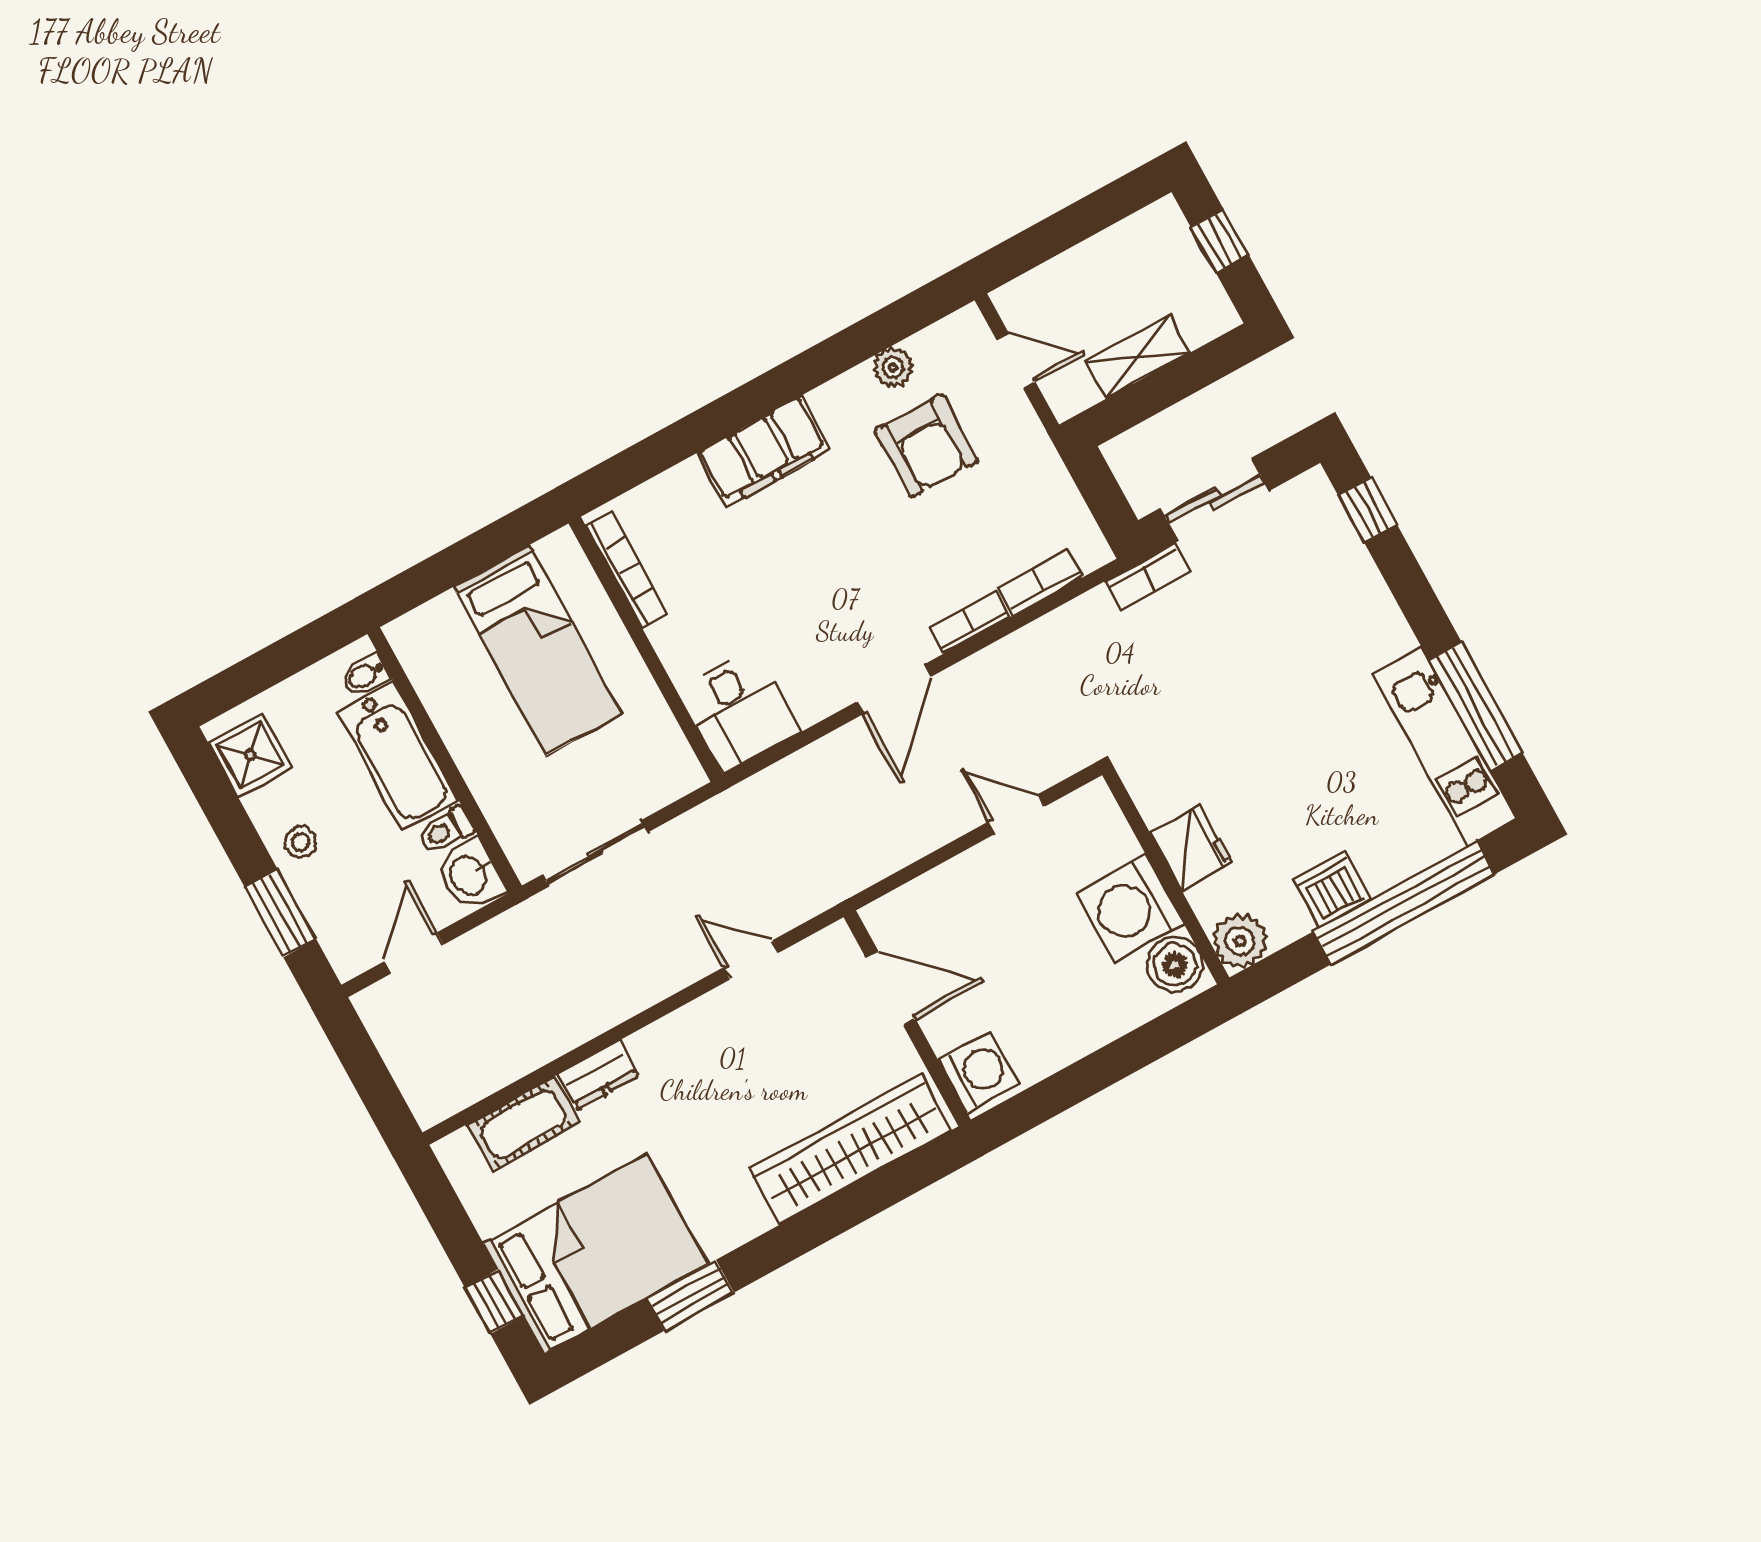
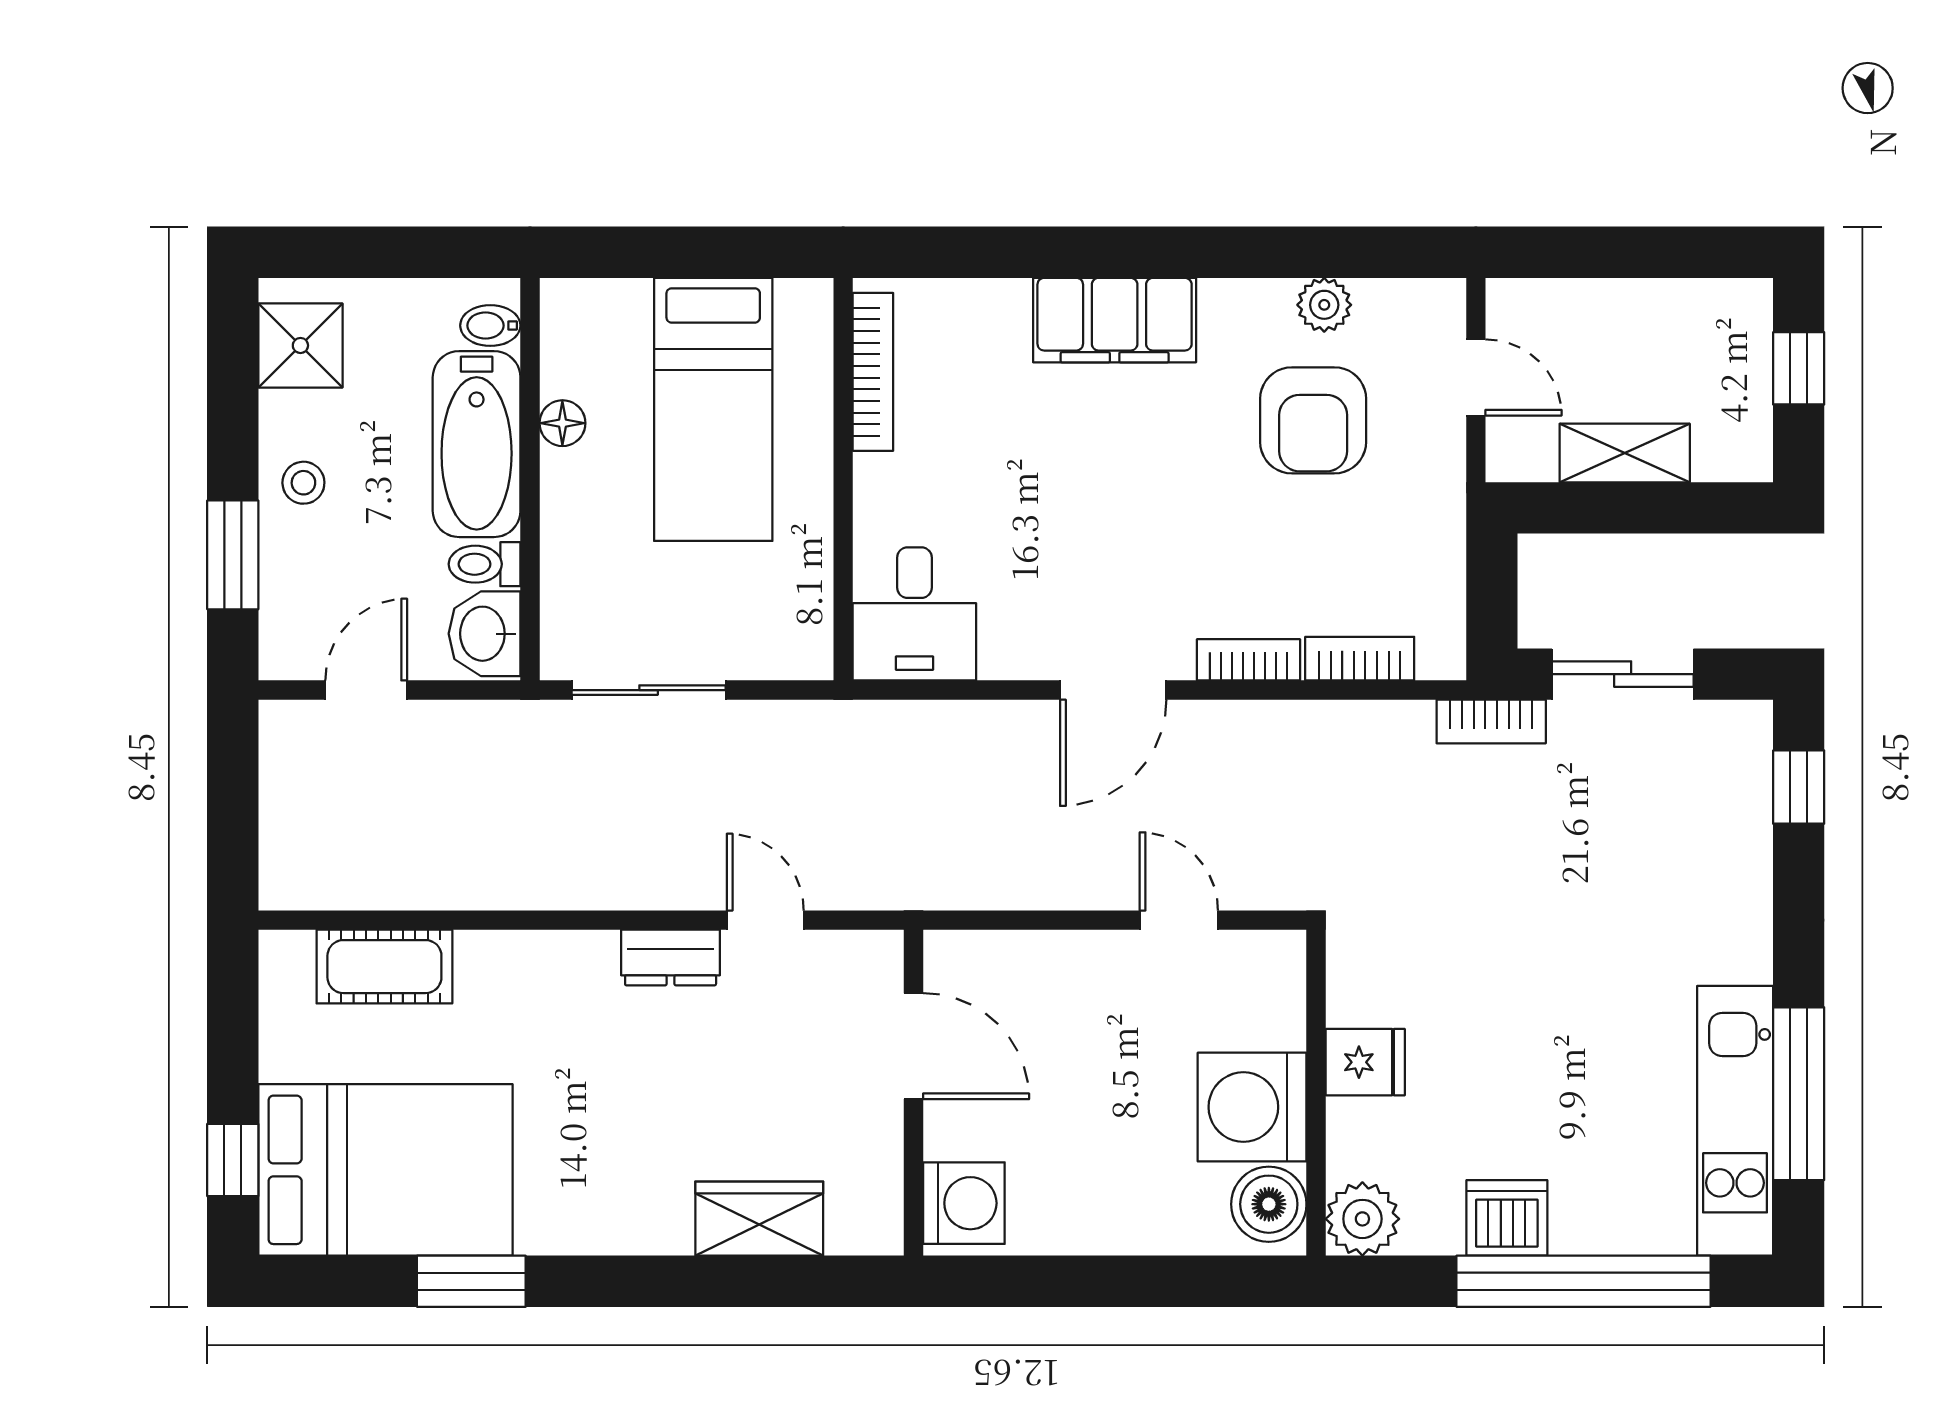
floor lamp: (446, 712) -> (562, 423), added
fridge: (1191, 847) -> (1365, 1062), width x0.72
dresser: (599, 1075) -> (671, 958), moved
wardrobe: (850, 1149) -> (759, 1219), width x0.48, depth x0.85

